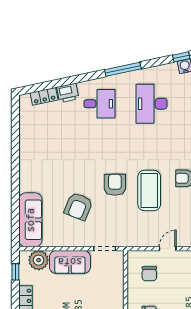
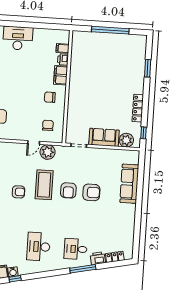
window: (123, 69) -> (83, 269), moved
desk: (152, 104) -> (38, 247), turned 180
armchair: (78, 206) -> (91, 192), moved, turned 68
sofa: (30, 220) -> (129, 184), moved
plant: (147, 237) -> (48, 152), added

